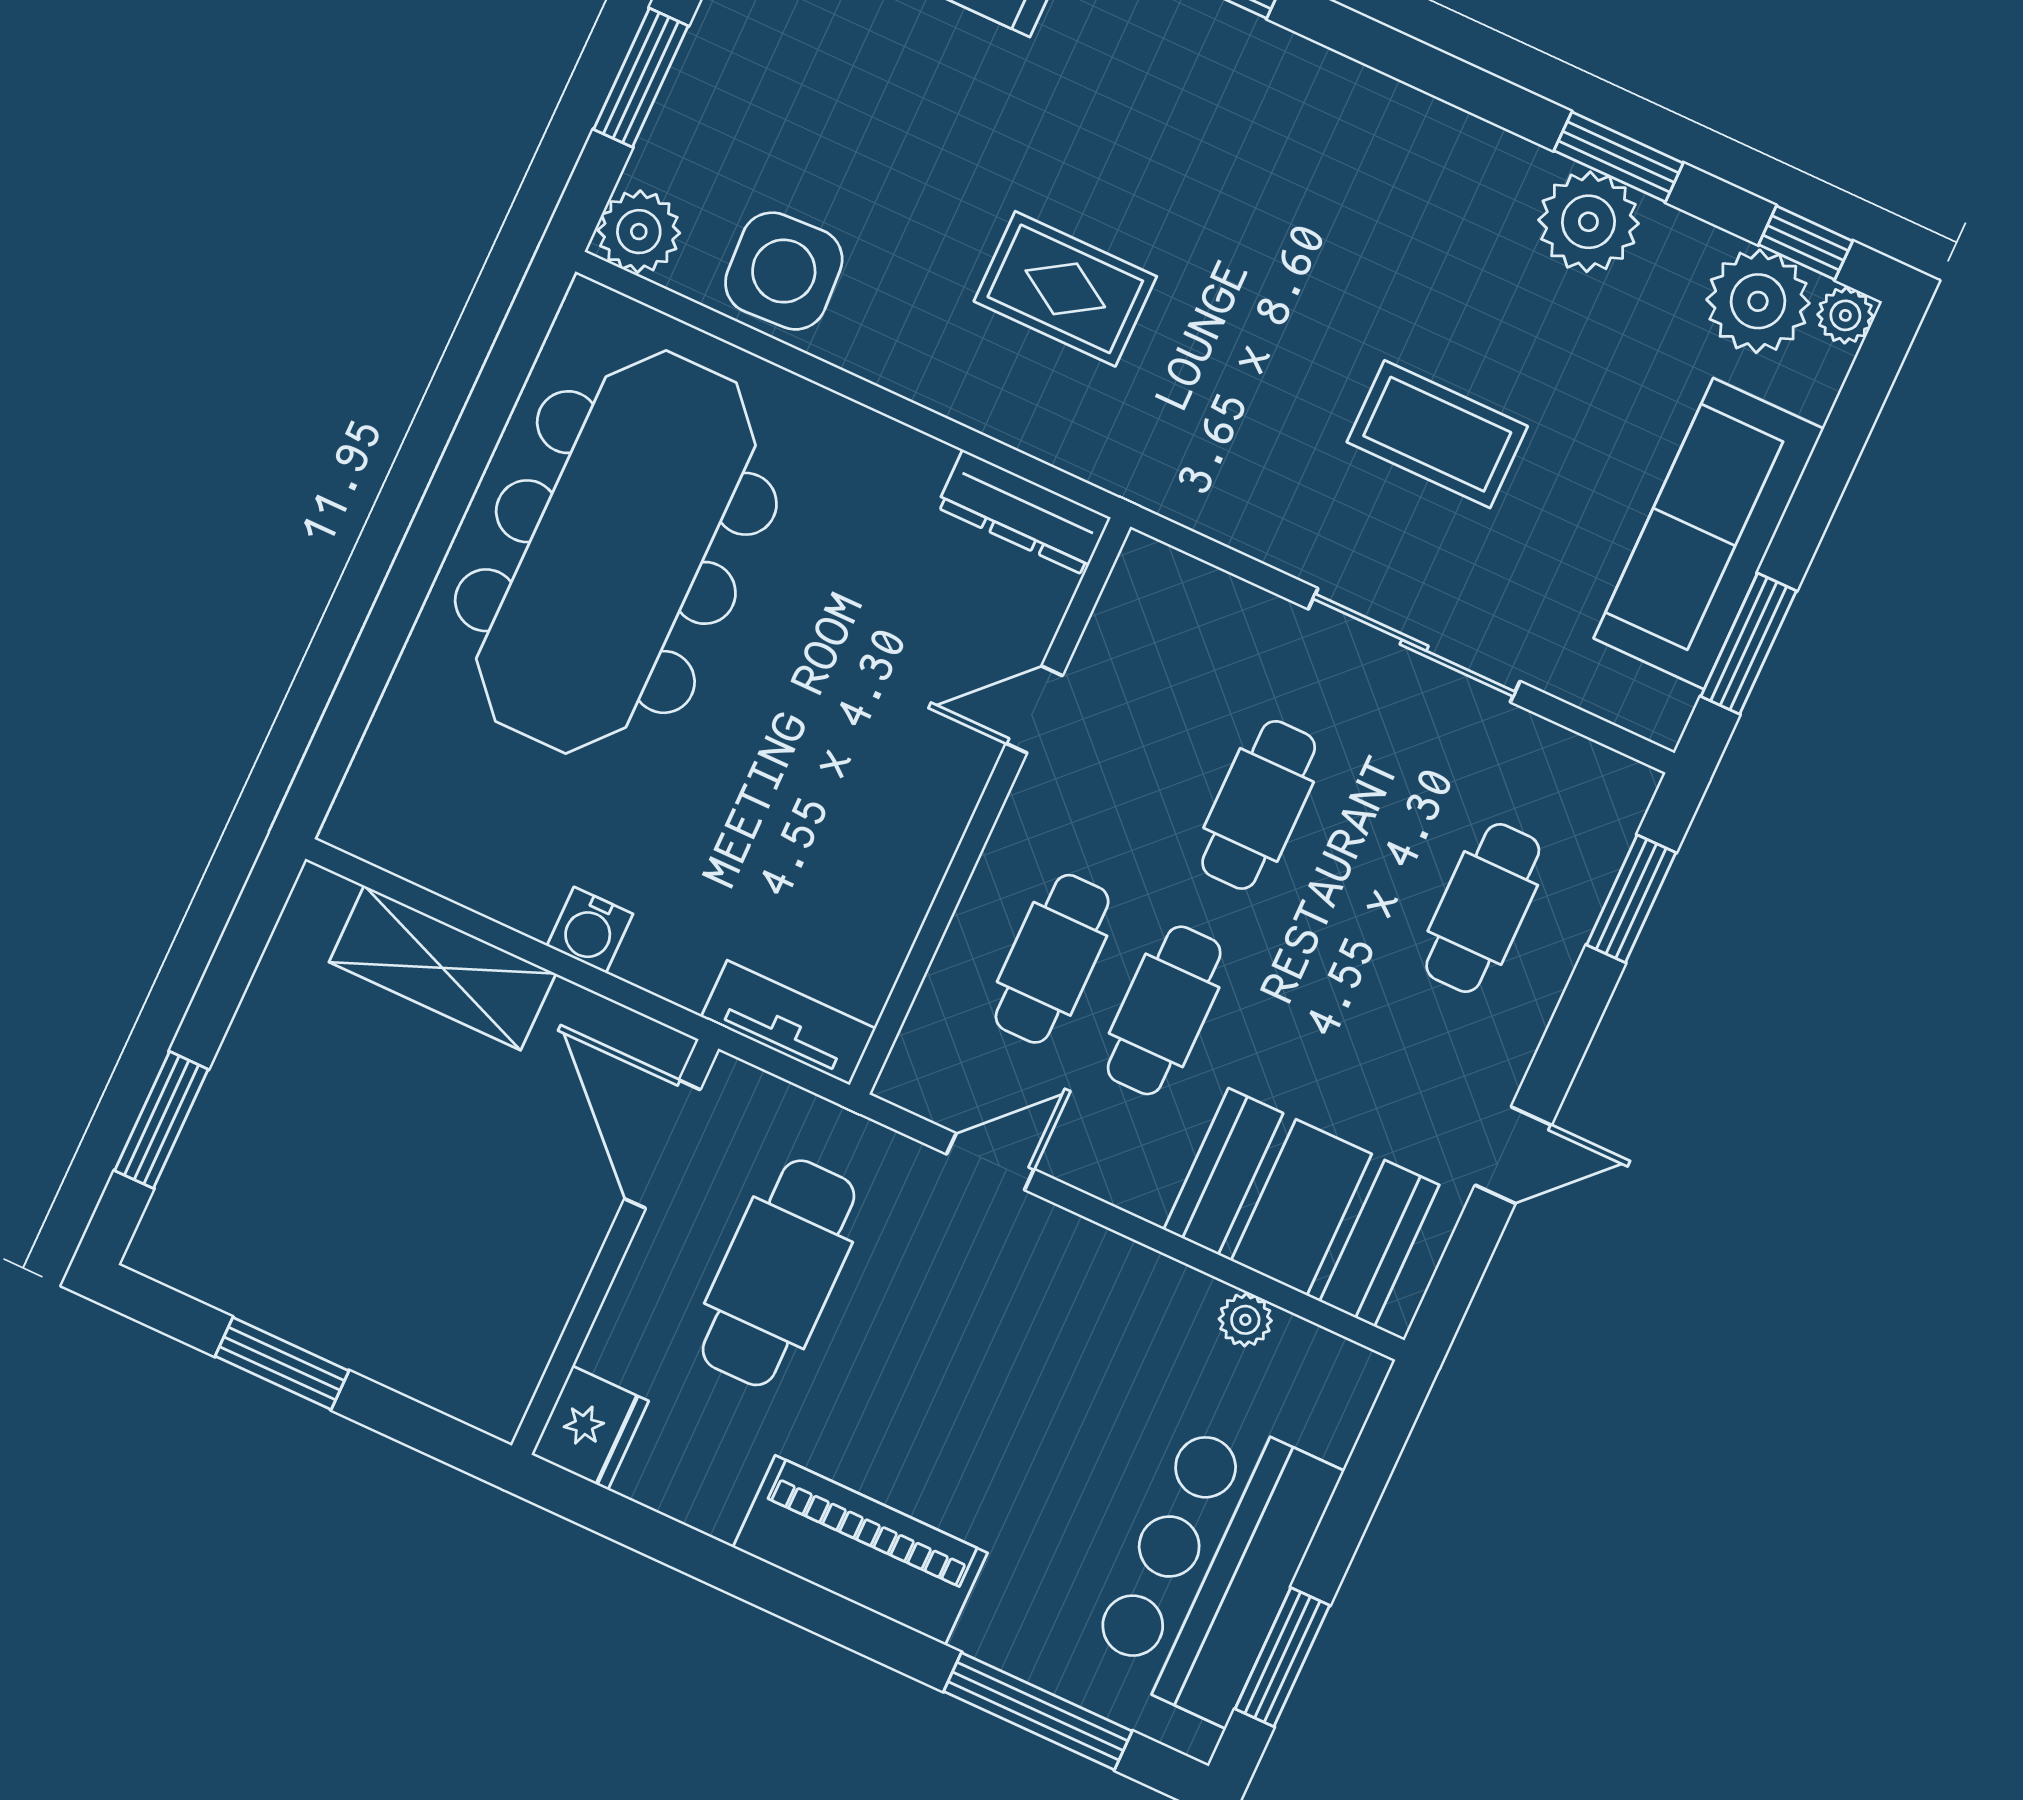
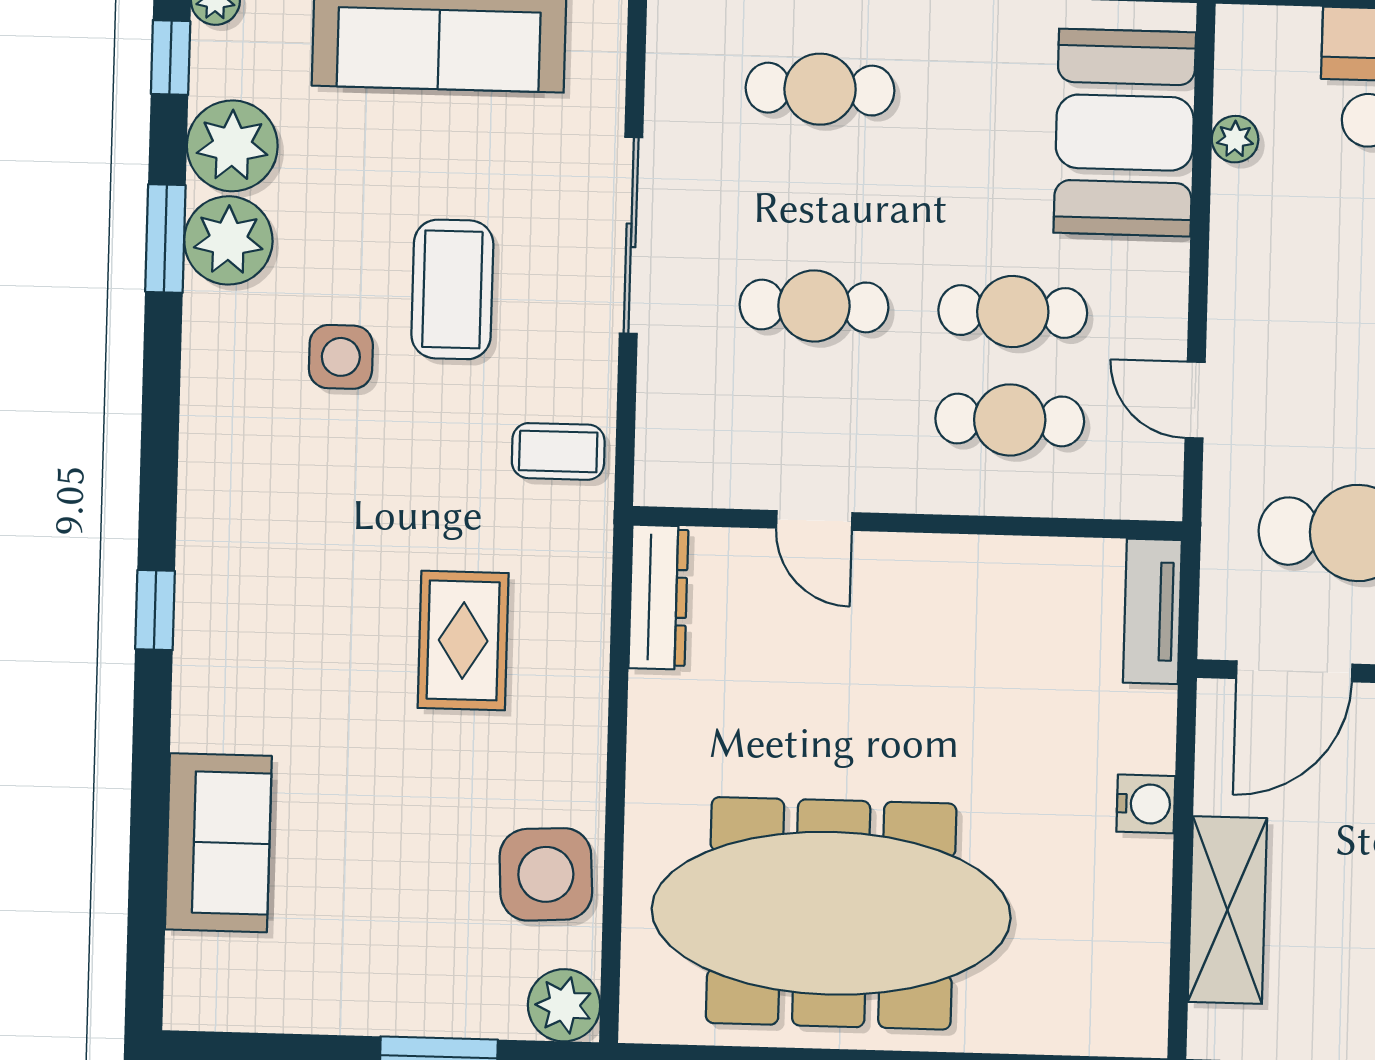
side table: (1416, 287) -> (341, 357), added
plant: (1758, 301) -> (232, 146), moved
coffee table: (1221, 473) -> (558, 451), added

